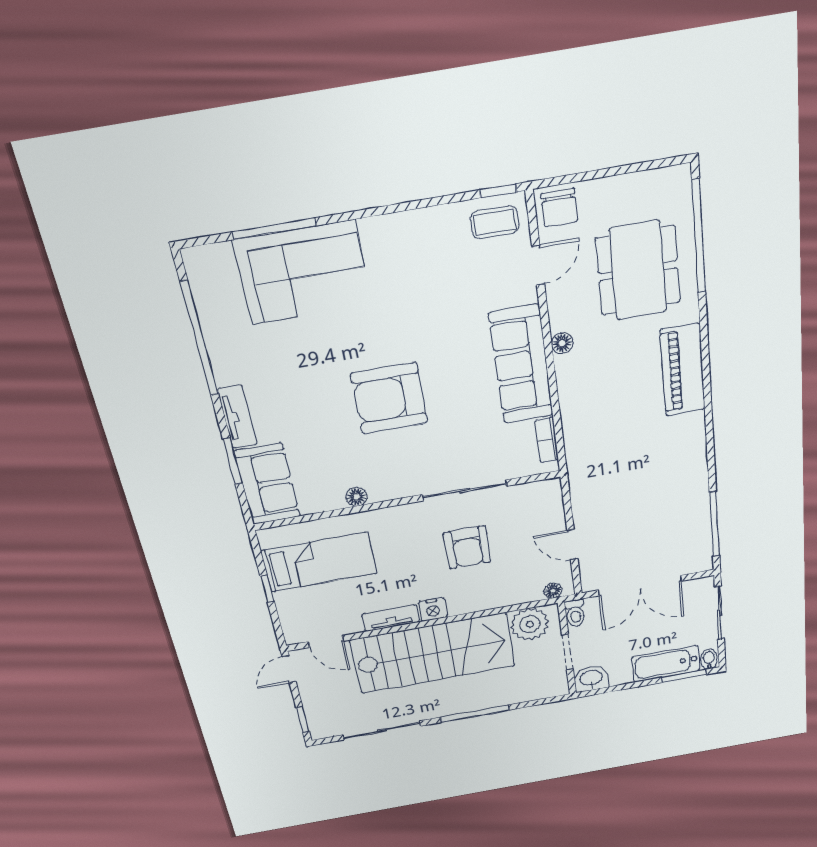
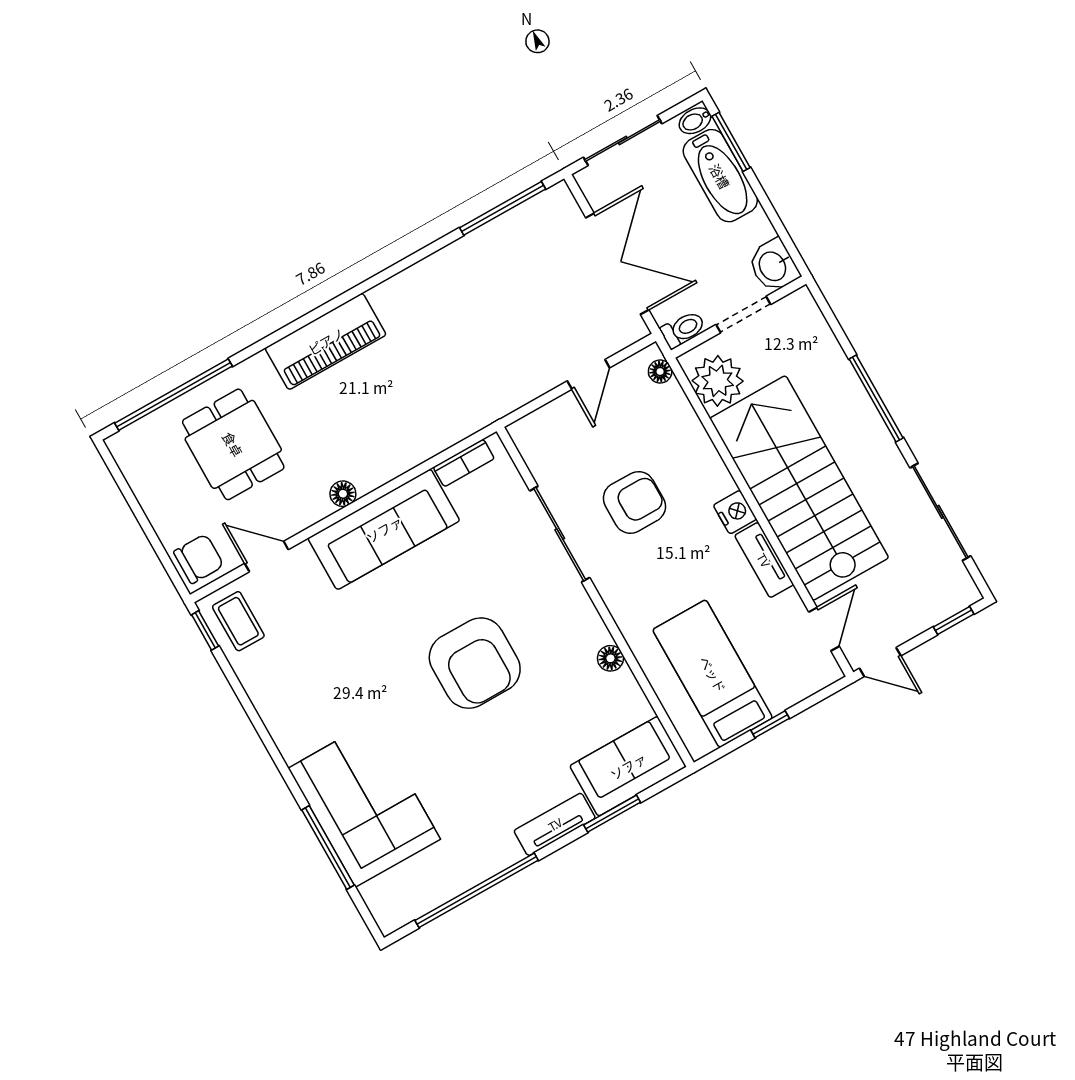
dining table: (638, 271) -> (233, 444), width x0.73

